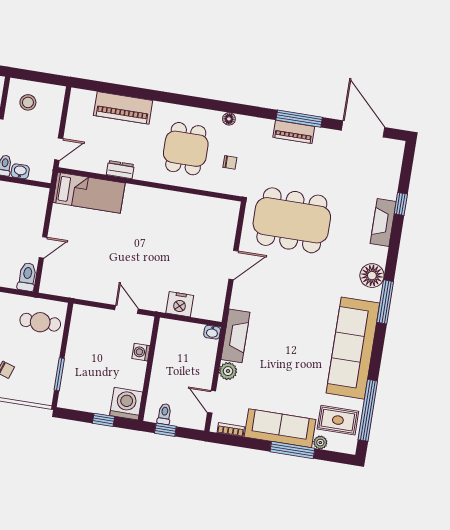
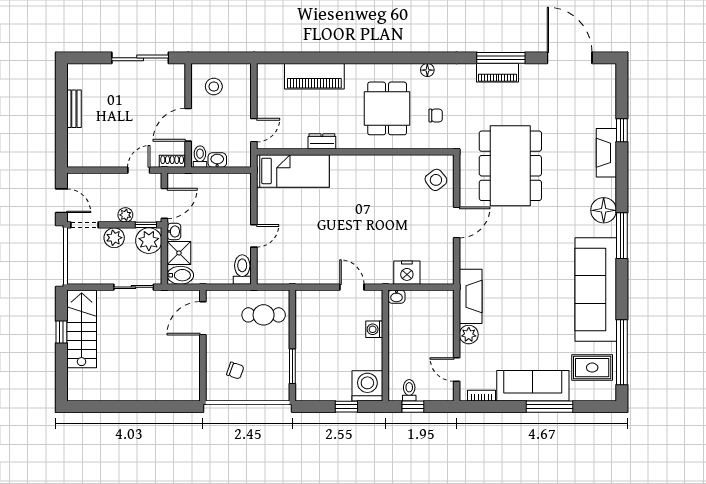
dining table: (292, 220) -> (510, 166), turned 90
side table: (221, 222) -> (436, 180), added
washbasin: (212, 332) -> (397, 297), moved
plant: (320, 443) -> (577, 394), removed

